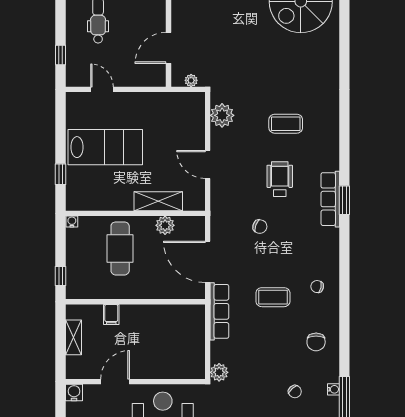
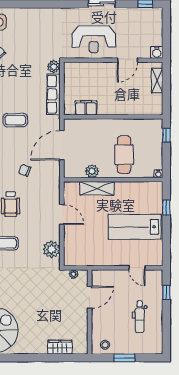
door: (208, 262) -> (62, 145), swing flipped
row of seats: (219, 311) -> (53, 94), moved
filing cabinet: (111, 314) -> (86, 108), moved, width x2.00
shelving: (74, 337) -> (157, 81), moved

